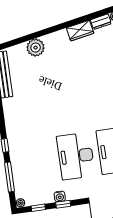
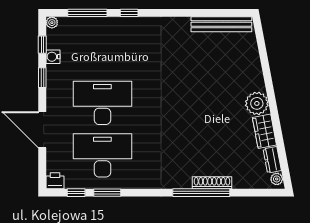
plant: (36, 48) -> (257, 103), moved
water cooler: (60, 196) -> (53, 57), moved

